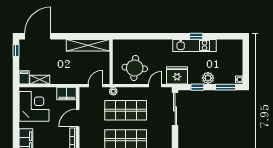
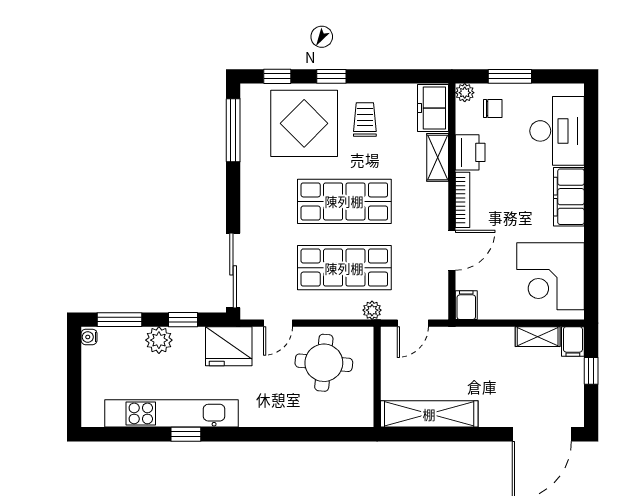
kitchen unit: (195, 45) -> (171, 413), width x1.36
window: (16, 50) -> (591, 371), moved
filing cabinet: (67, 94) -> (466, 305), width x0.50

